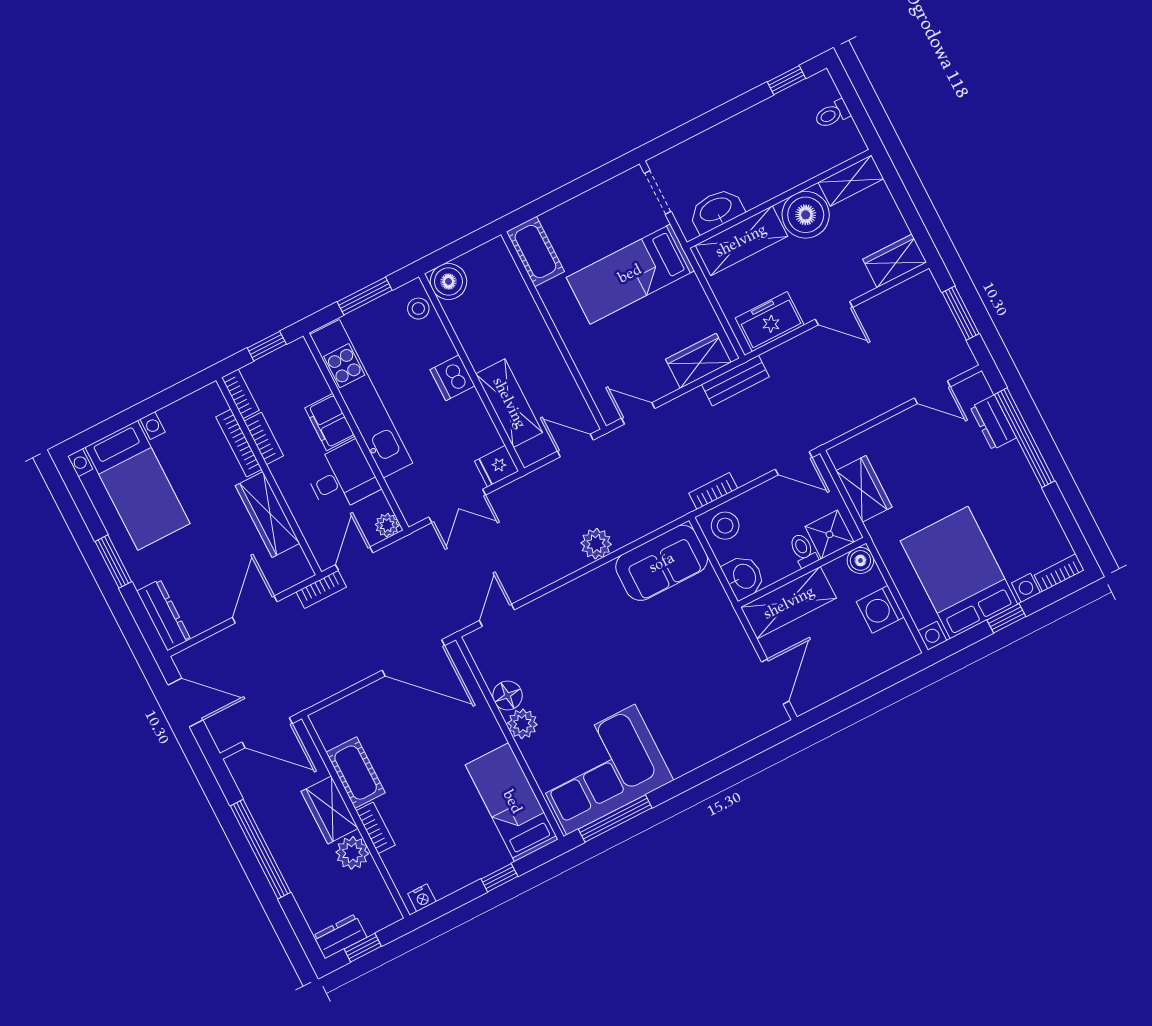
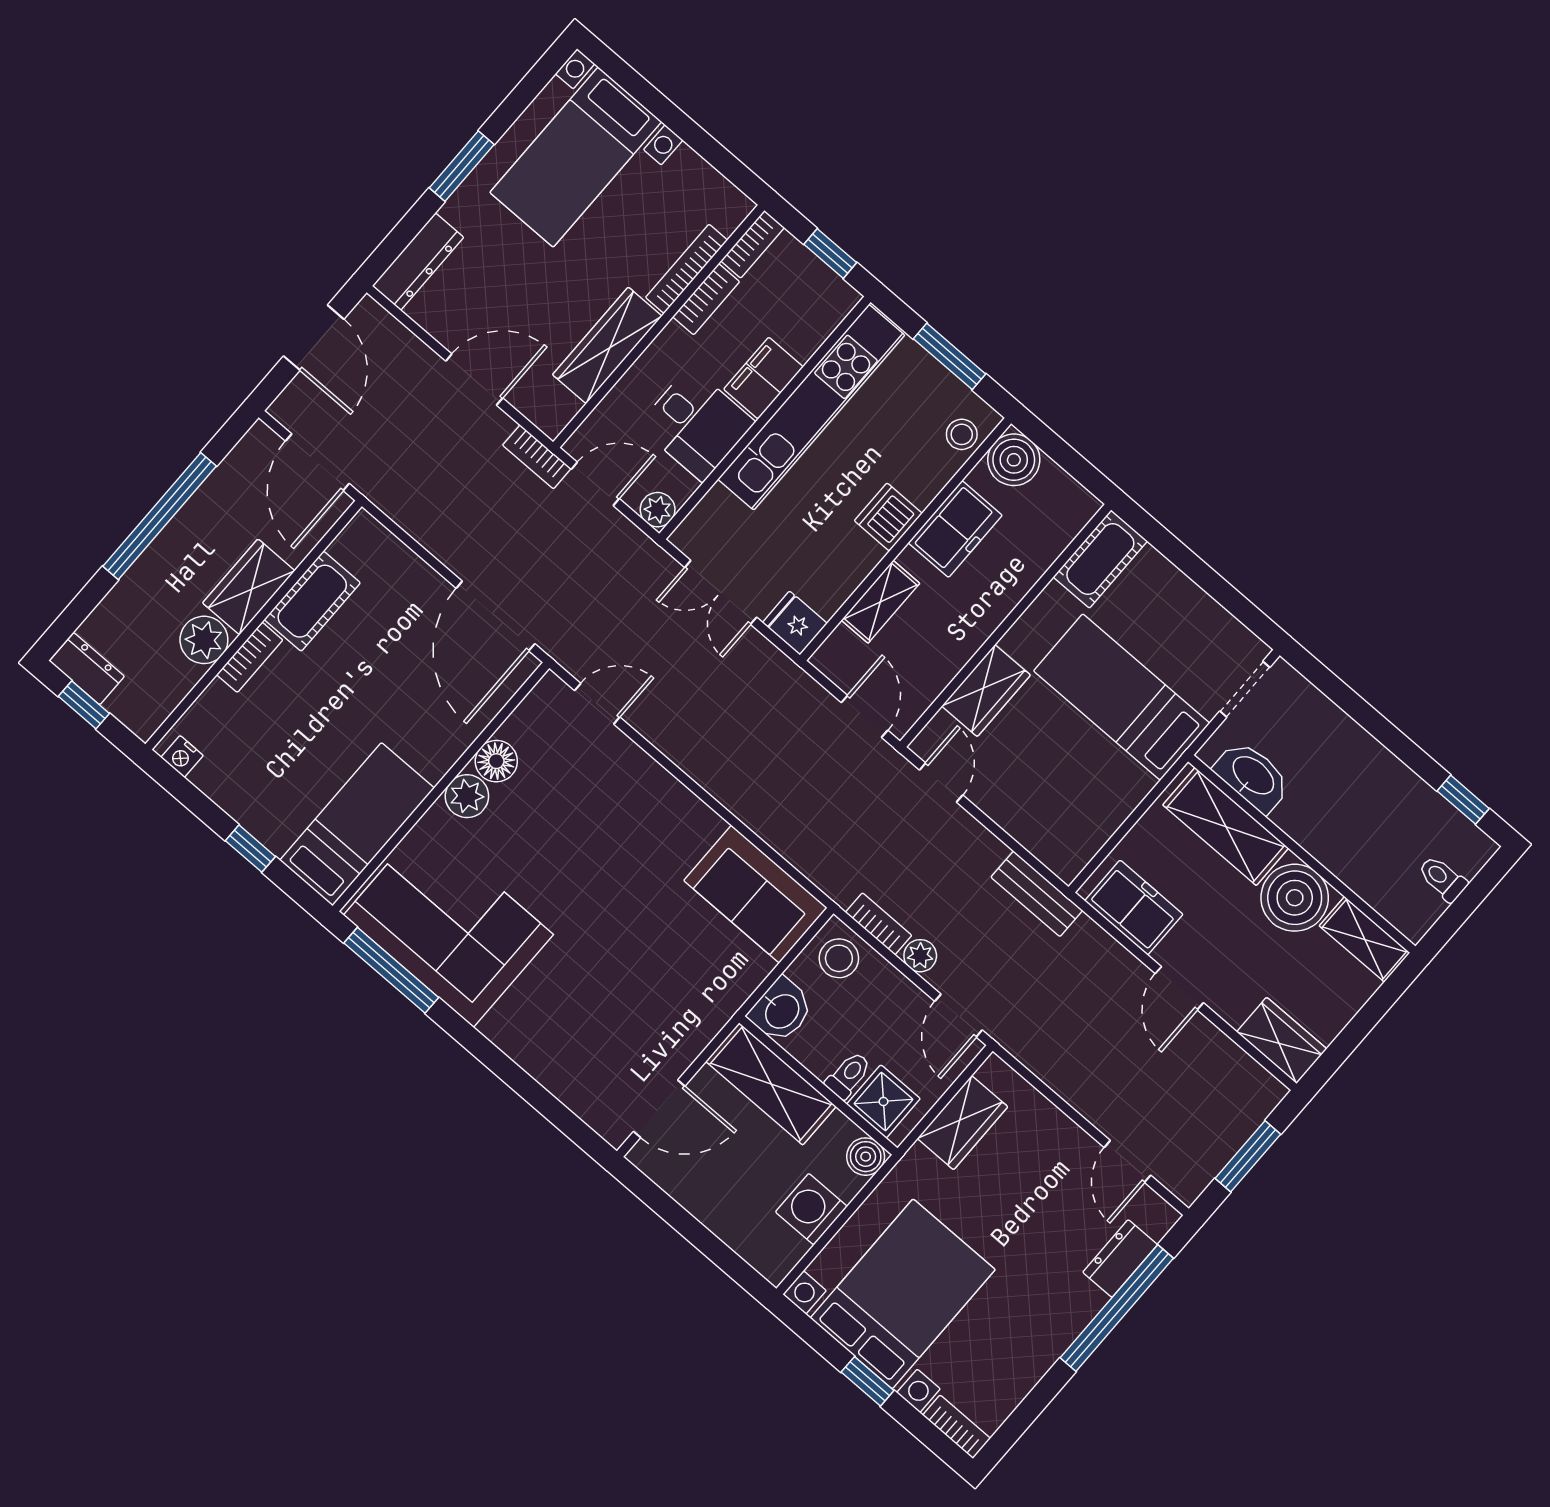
freezer: (478, 338) -> (955, 529), added
wardrobe: (698, 361) -> (986, 691), moved, turned 90
shelving: (509, 403) -> (881, 602), width x0.67, depth x0.75
plant: (596, 544) -> (920, 956), moved, width x0.73, depth x0.73

